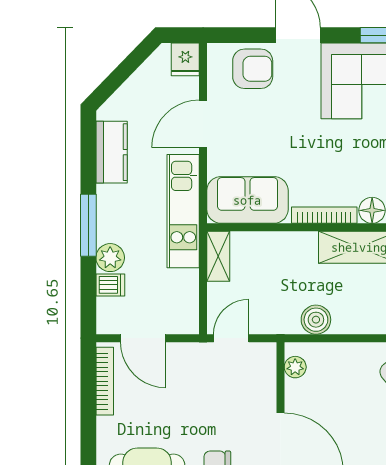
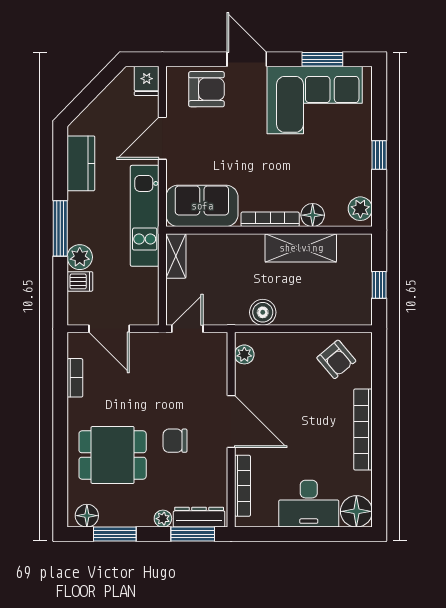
bookcase: (105, 381) -> (75, 378), width x0.64

